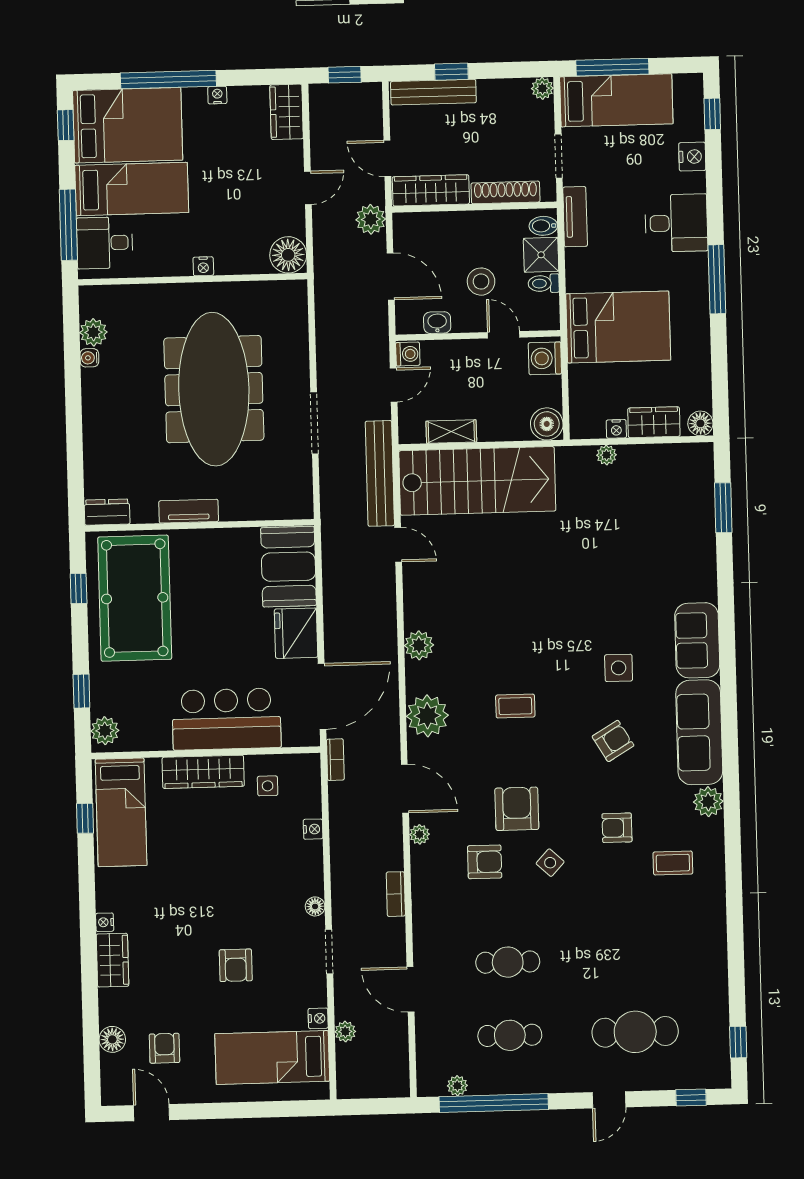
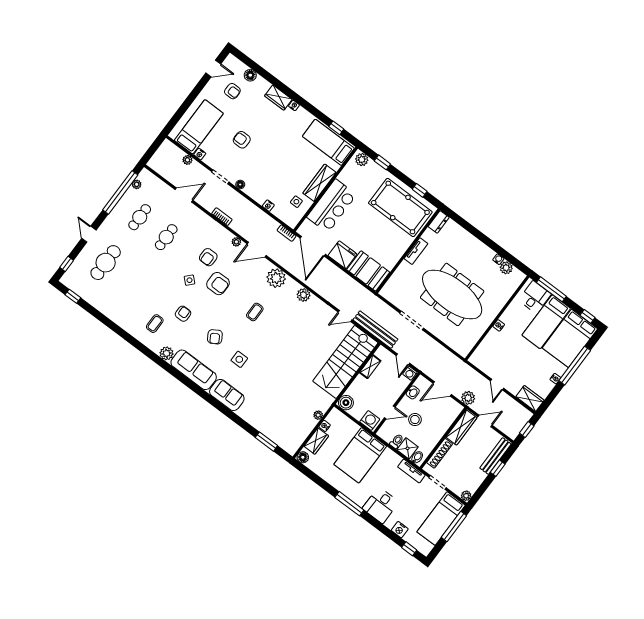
floor lamp: (288, 255) -> (479, 359), removed

